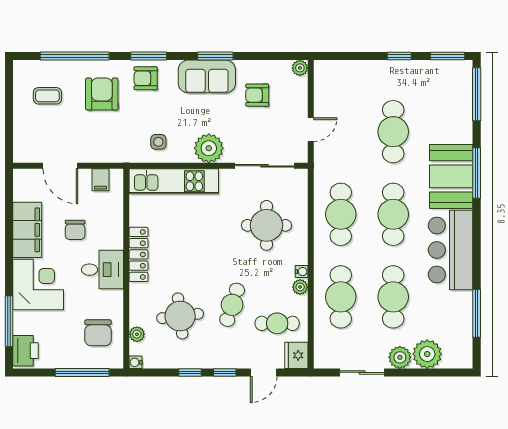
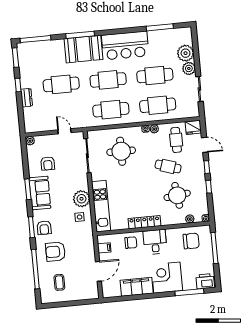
dresser: (376, 69) -> (27, 98), added
plant: (209, 148) -> (81, 199), moved
chair: (75, 230) -> (131, 243), moved

